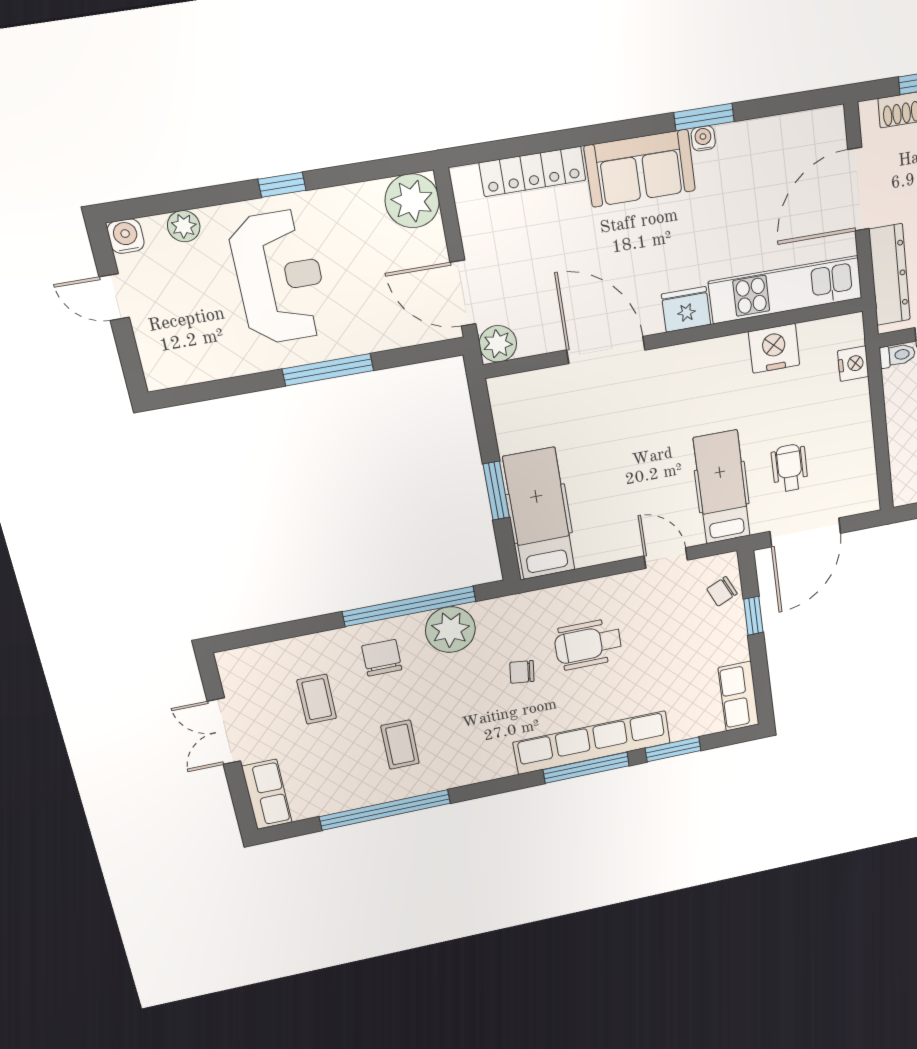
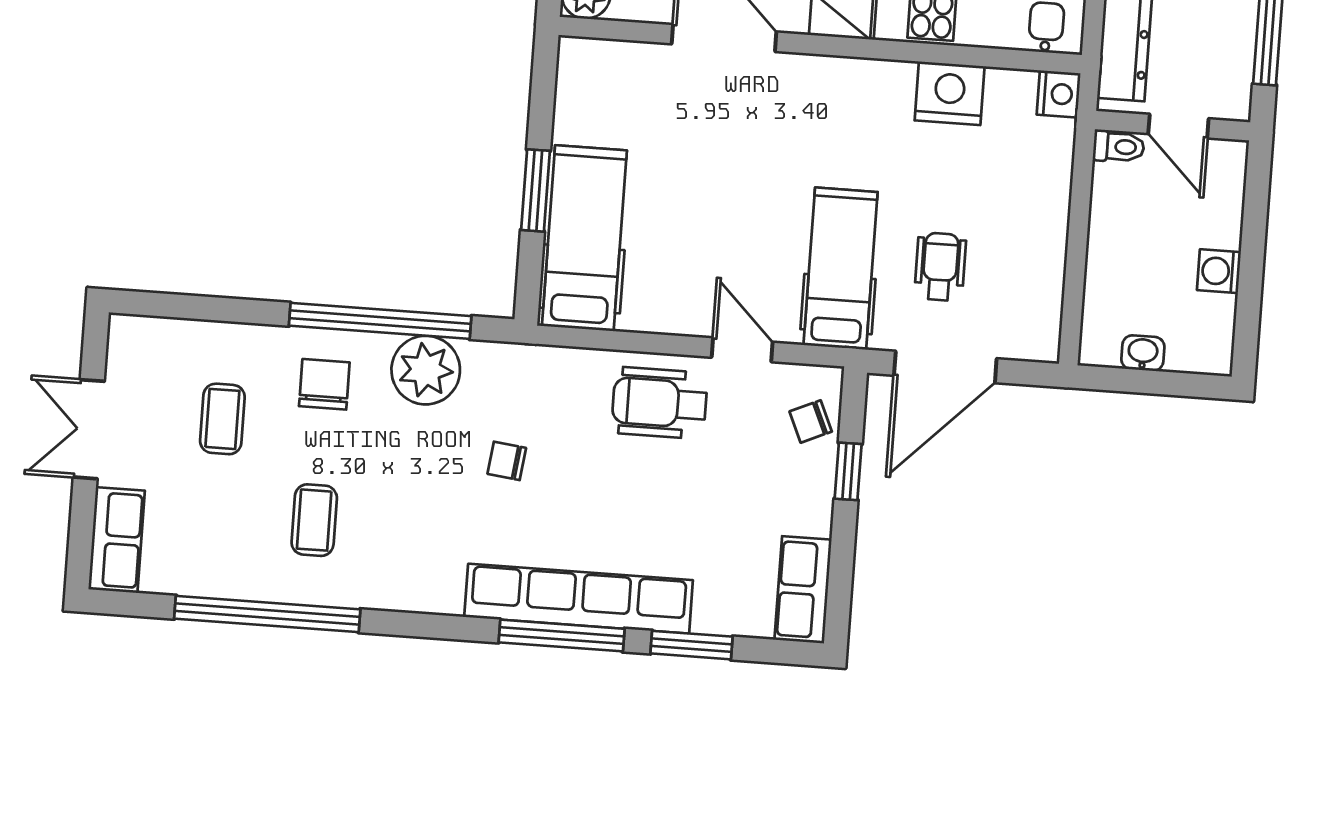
nightstand: (853, 364) -> (1059, 94), moved
wheelchair: (588, 644) -> (659, 403), moved

